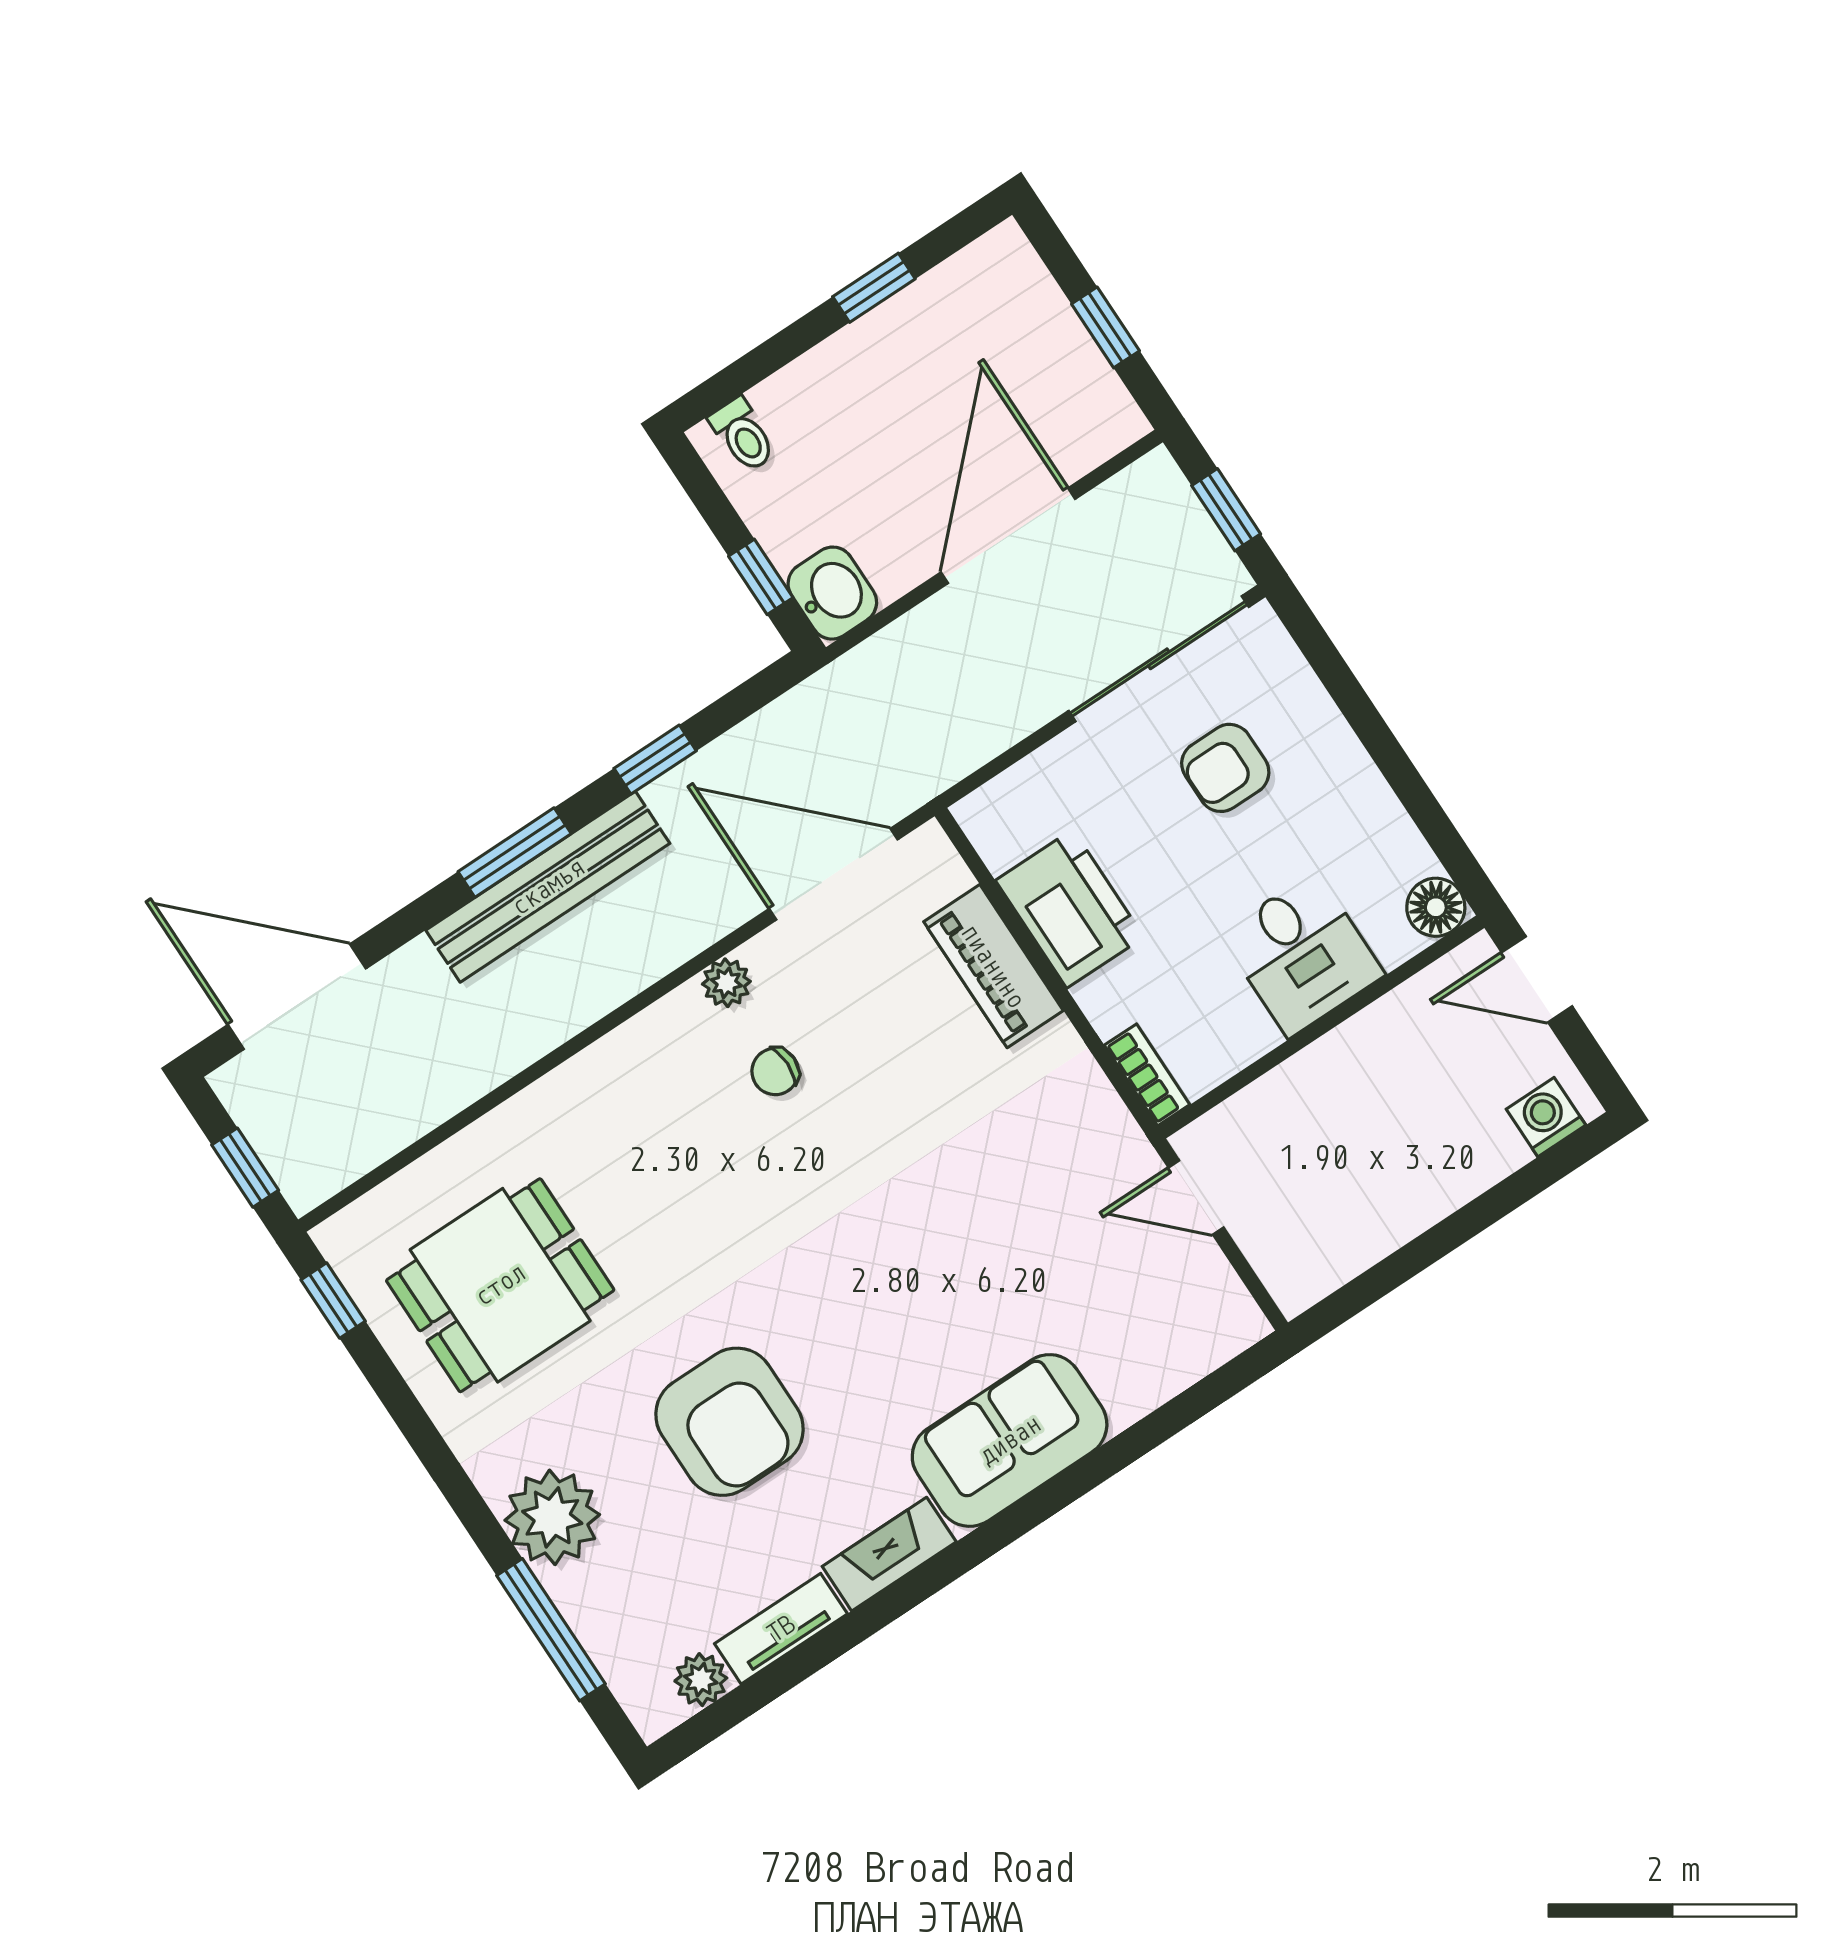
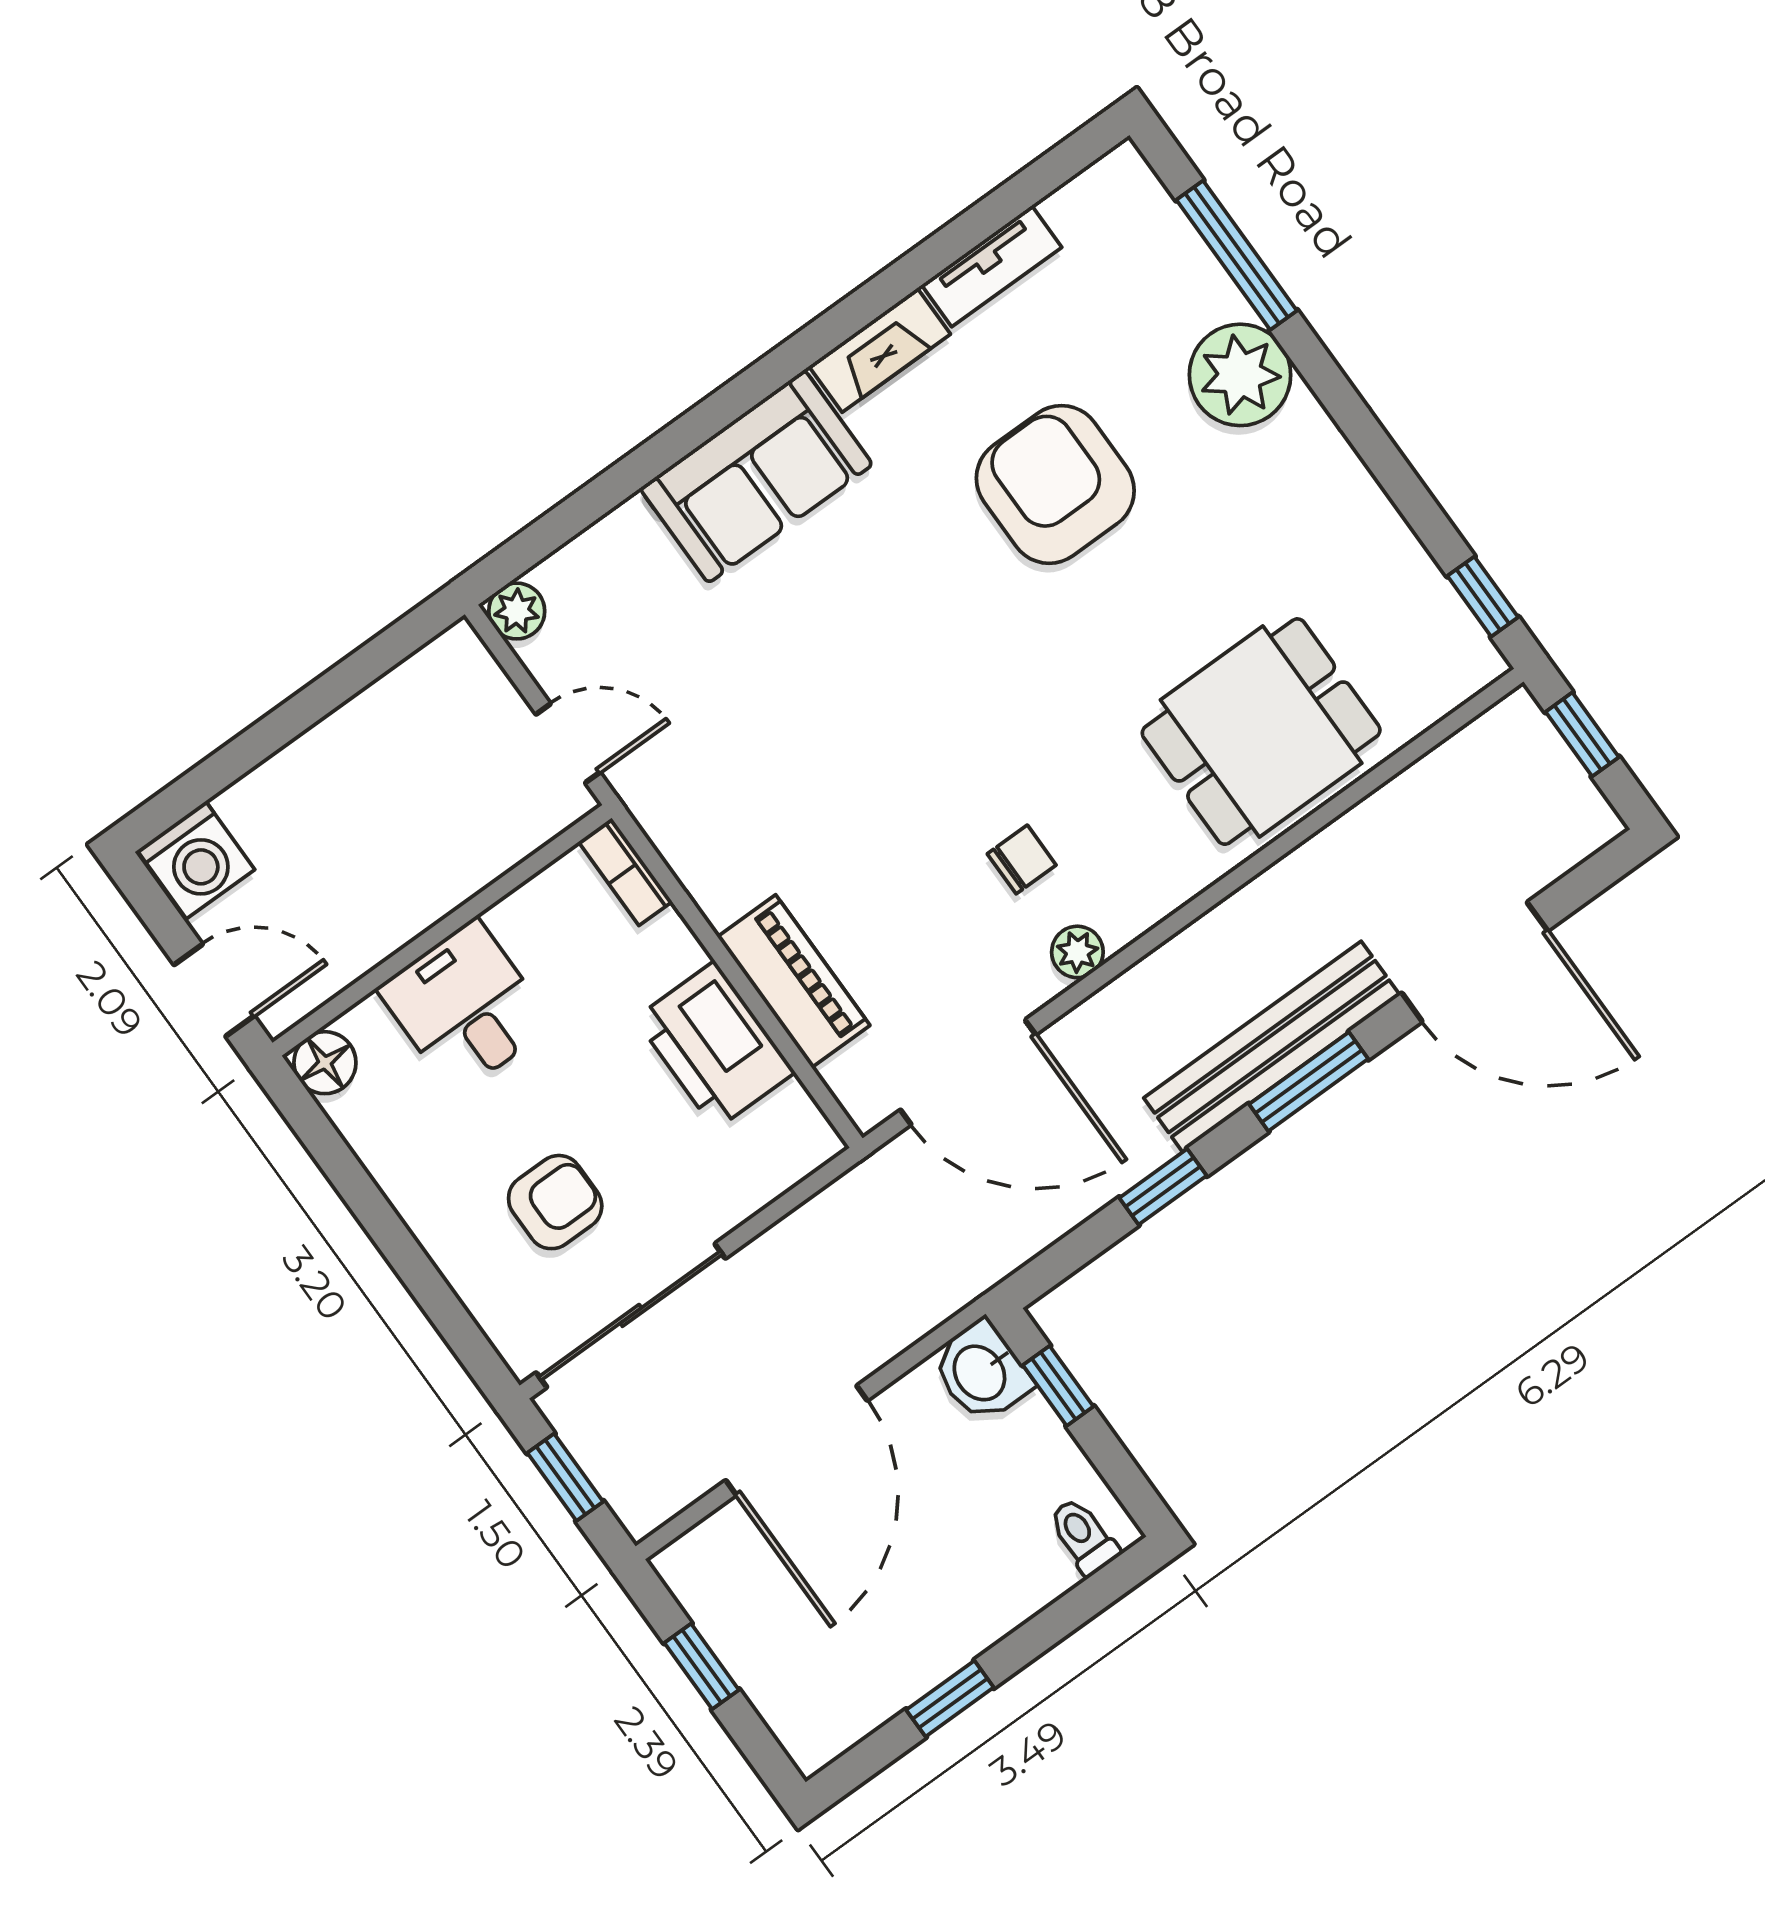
door: (297, 997) -> (1475, 962), moved
washing machine: (1546, 1117) -> (196, 860), width x1.38, depth x1.38
dining table: (500, 1285) -> (1261, 732), moved
plant: (701, 1680) -> (517, 611), moved

